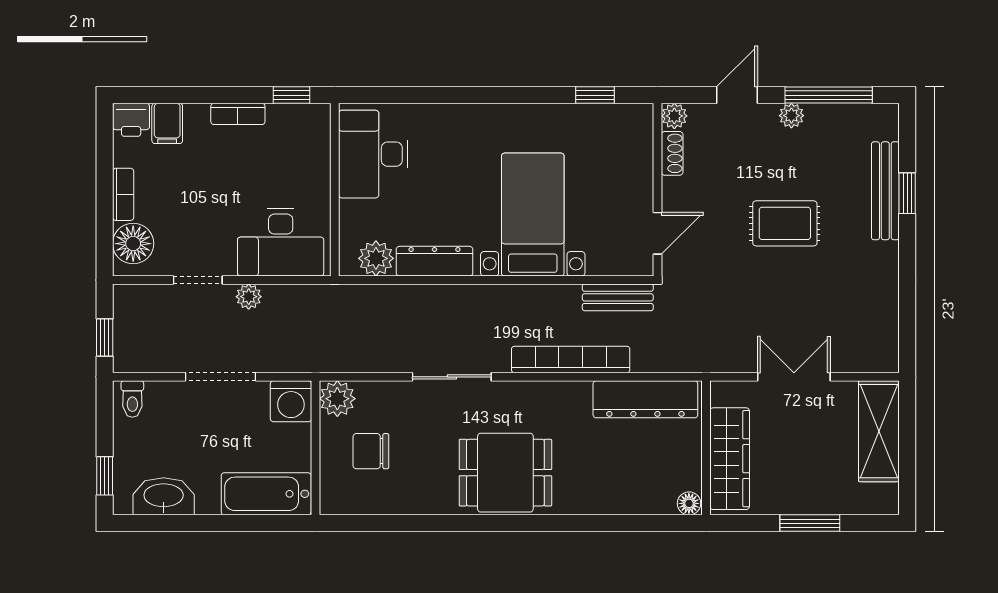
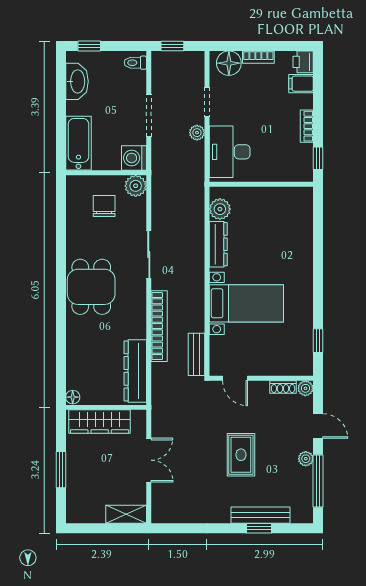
desk: (373, 154) -> (283, 207), removed
shelving: (879, 431) -> (126, 514), width x0.67, depth x0.75

